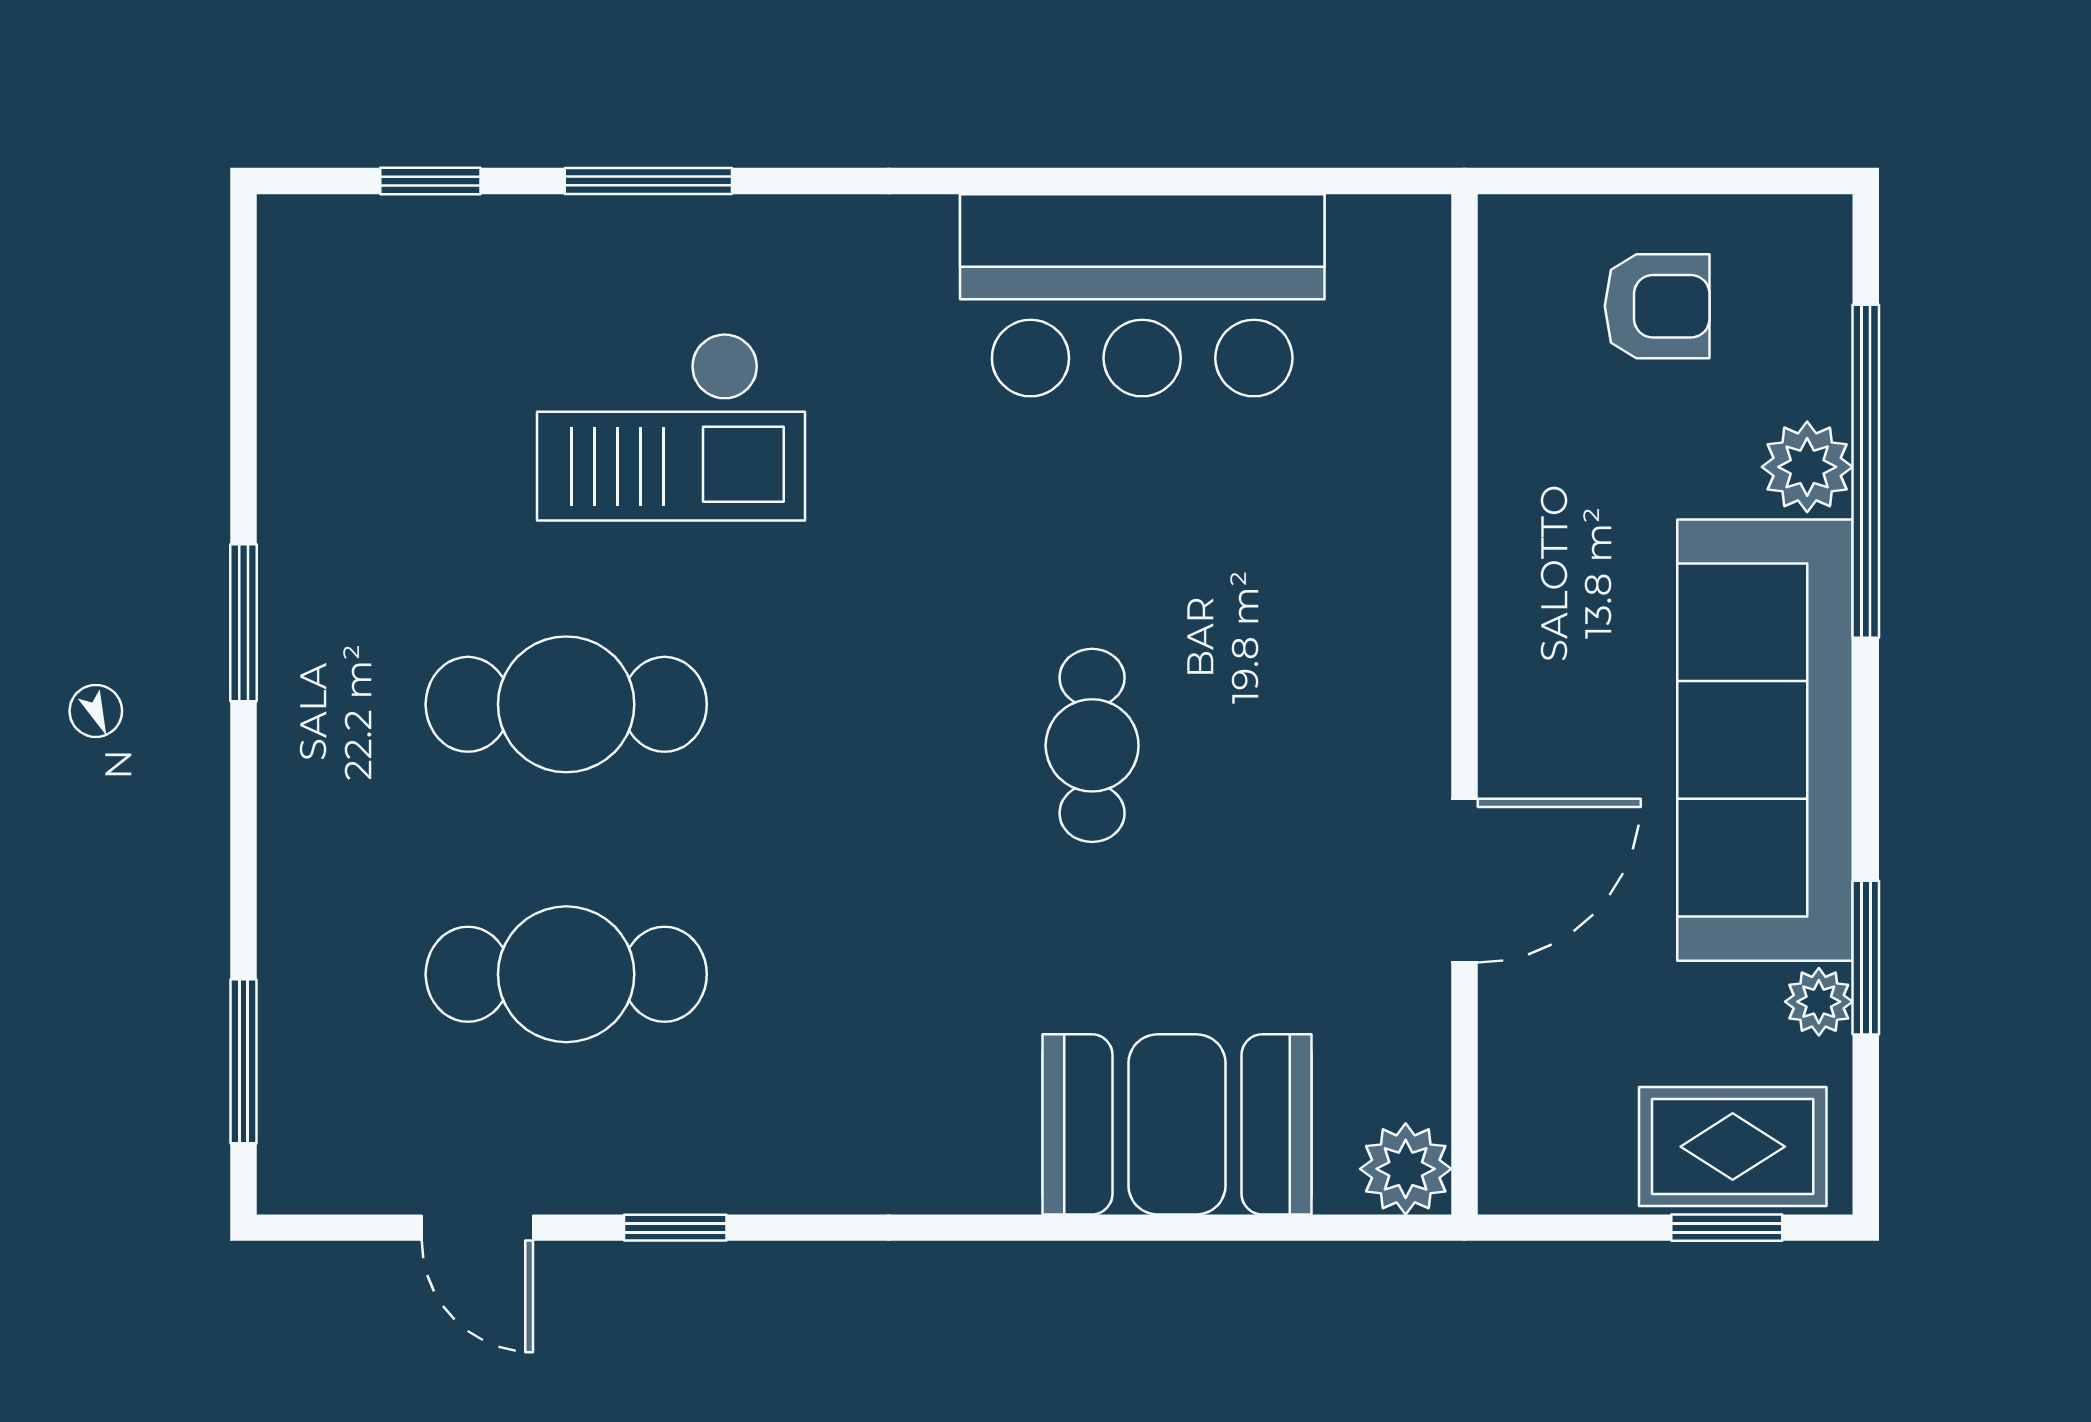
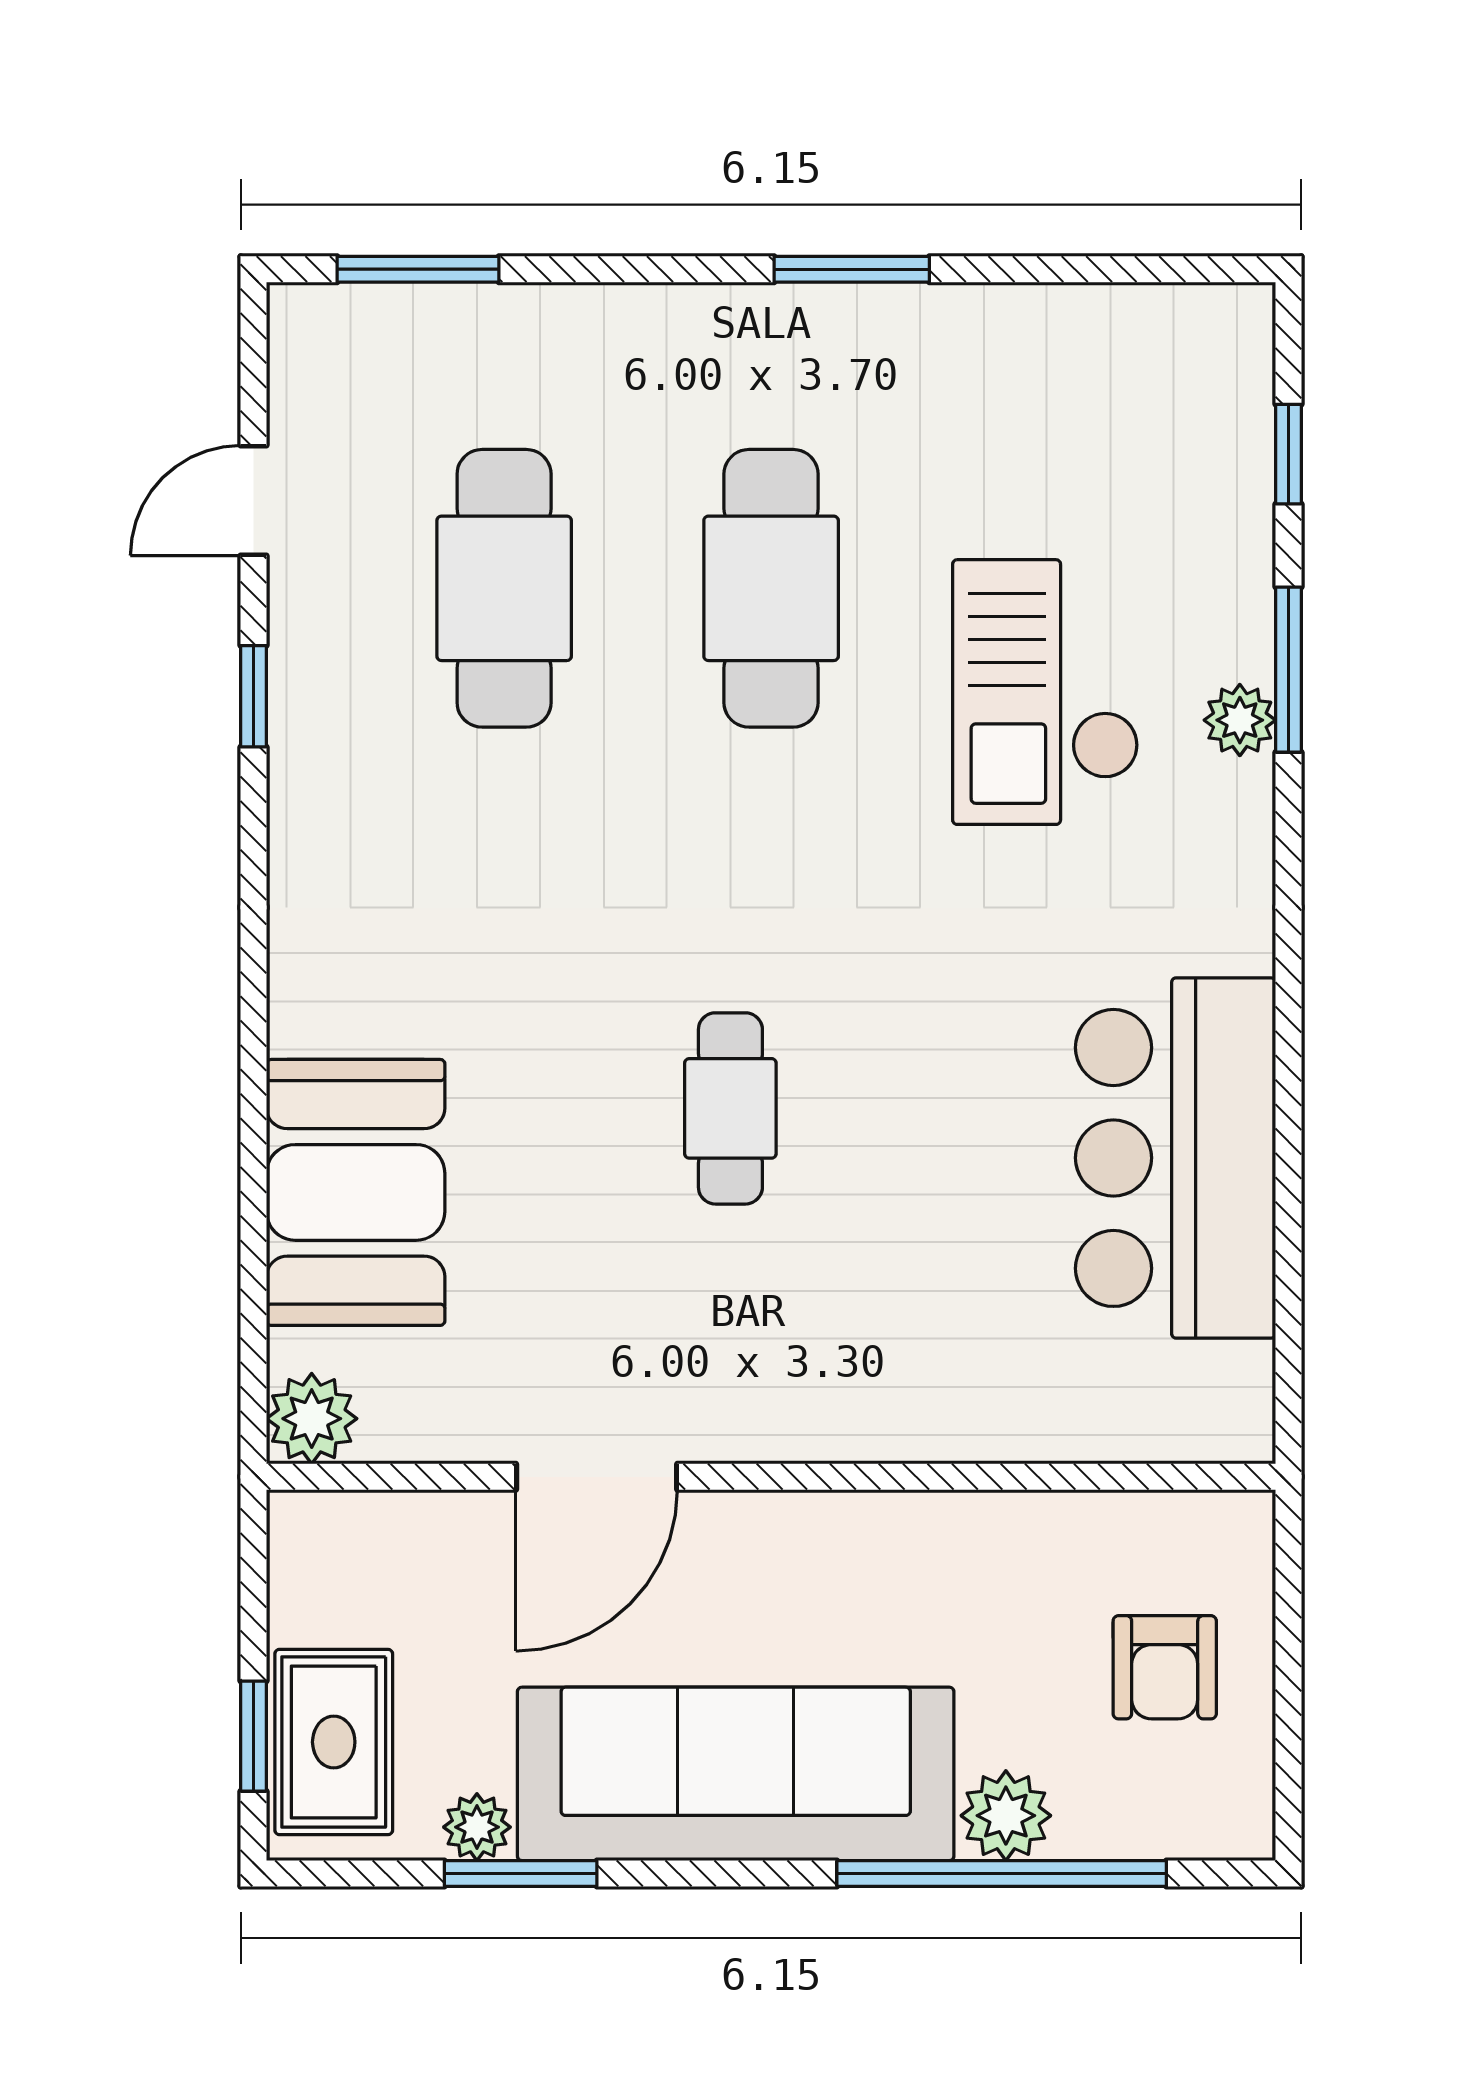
plant: (699, 230) -> (1240, 720), added
cafe table: (1092, 745) -> (730, 1108), turned 90
door: (1465, 881) -> (597, 1477), hinge flipped

